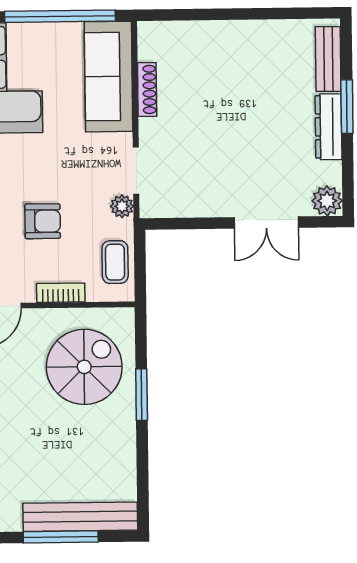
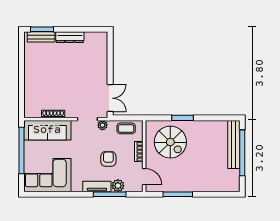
window: (347, 107) -> (42, 29), moved
plant: (327, 201) -> (101, 38), removed
double door: (266, 223) -> (110, 98), moved
spiral stairs: (84, 367) -> (170, 142), turned 180
window: (61, 537) -> (242, 153), width x1.46

